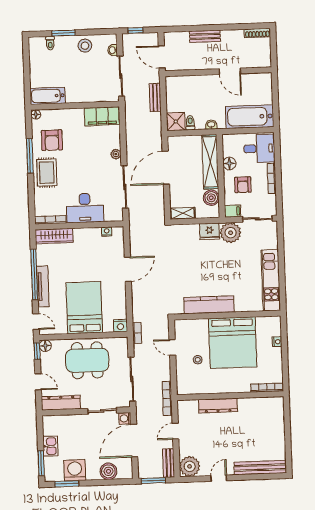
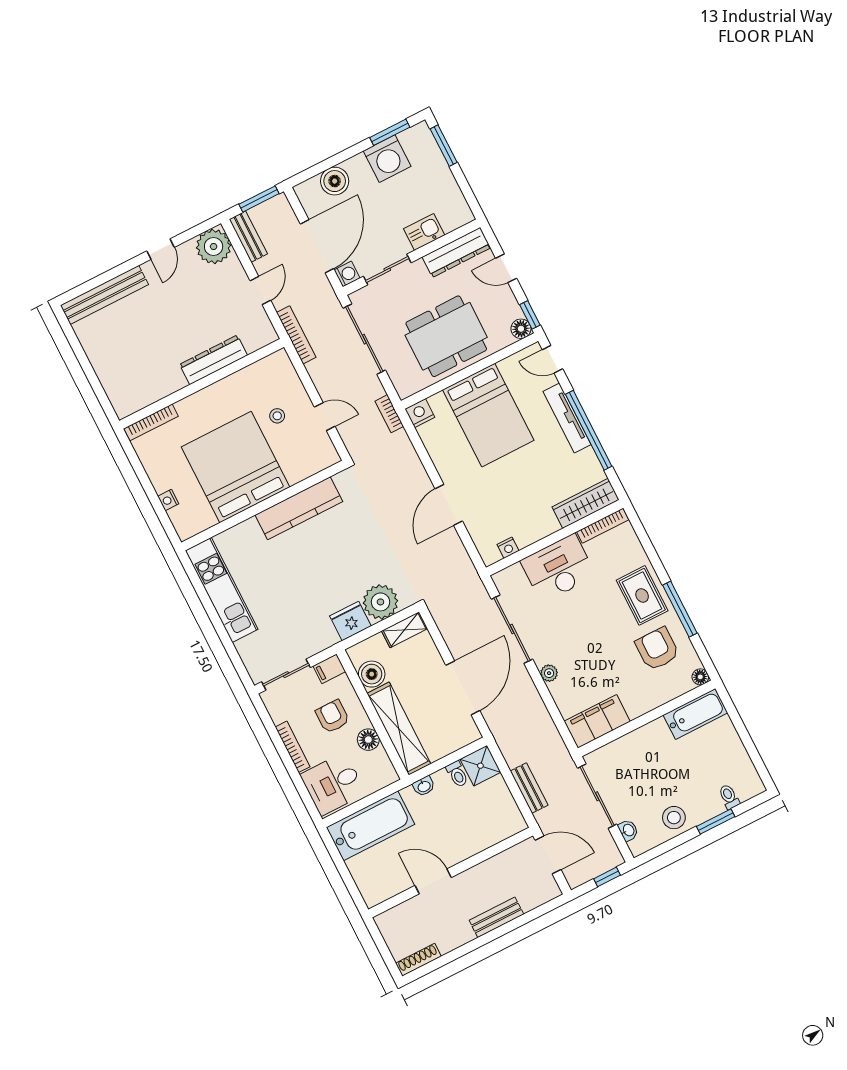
plant: (231, 233) -> (380, 602), moved
kitchen sink: (50, 446) -> (424, 232), moved, turned 90

